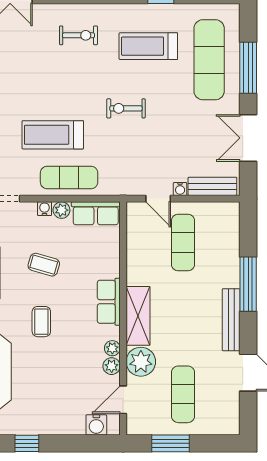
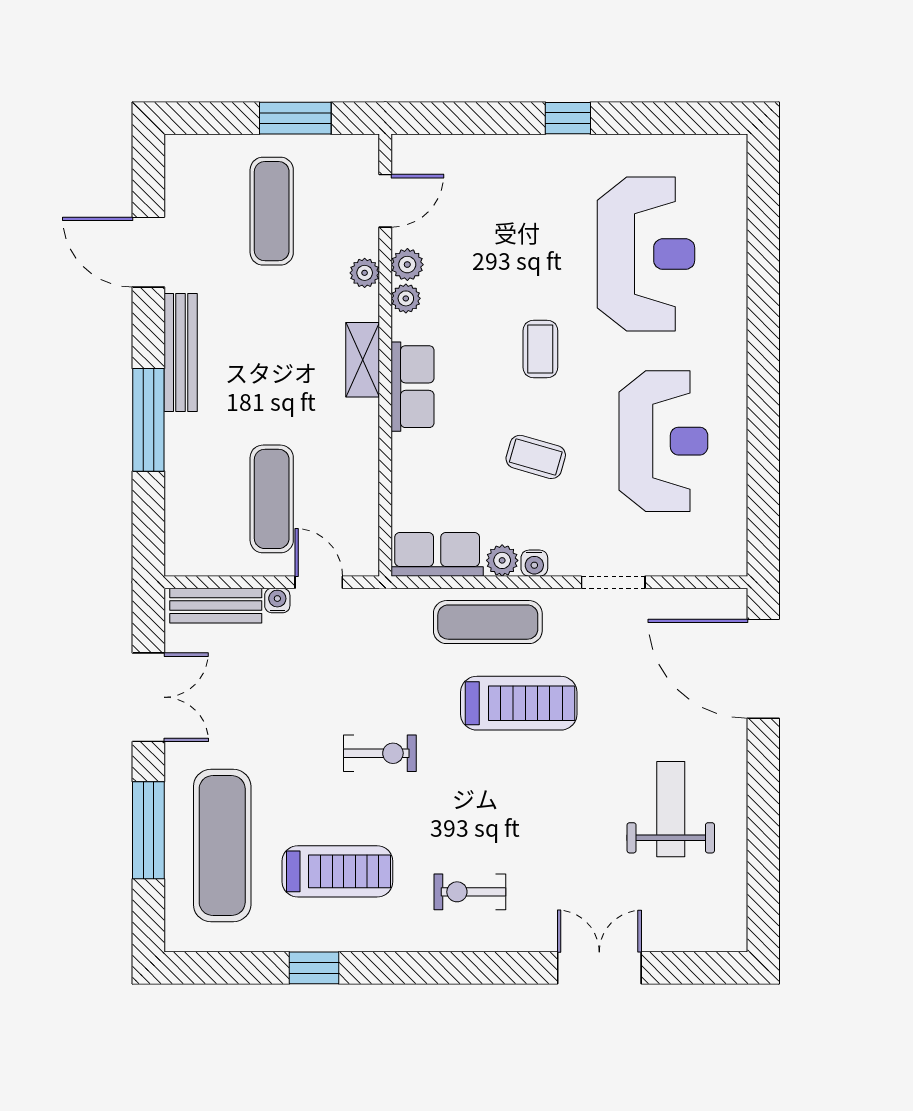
shelving: (138, 316) -> (363, 360), width x0.67, depth x0.75
plant: (141, 362) -> (365, 273), width x0.53, depth x0.53
water cooler: (96, 425) -> (436, 153), removed

